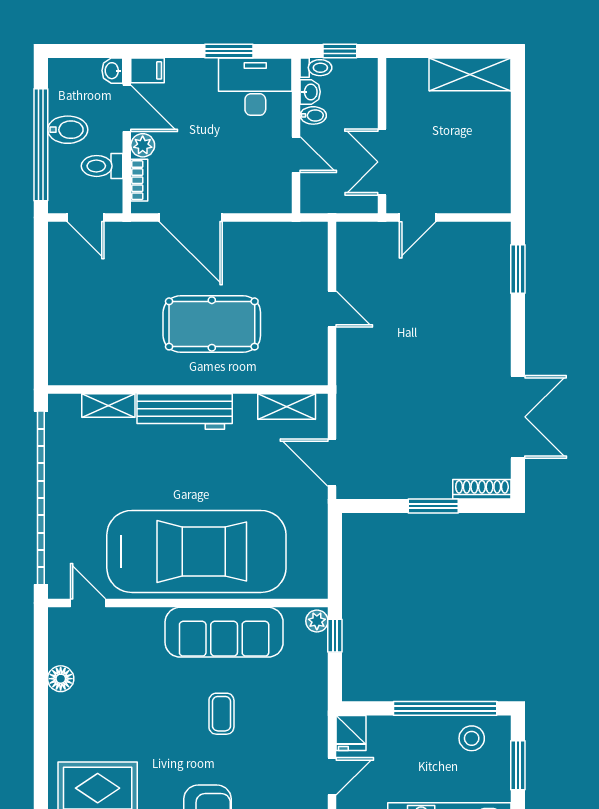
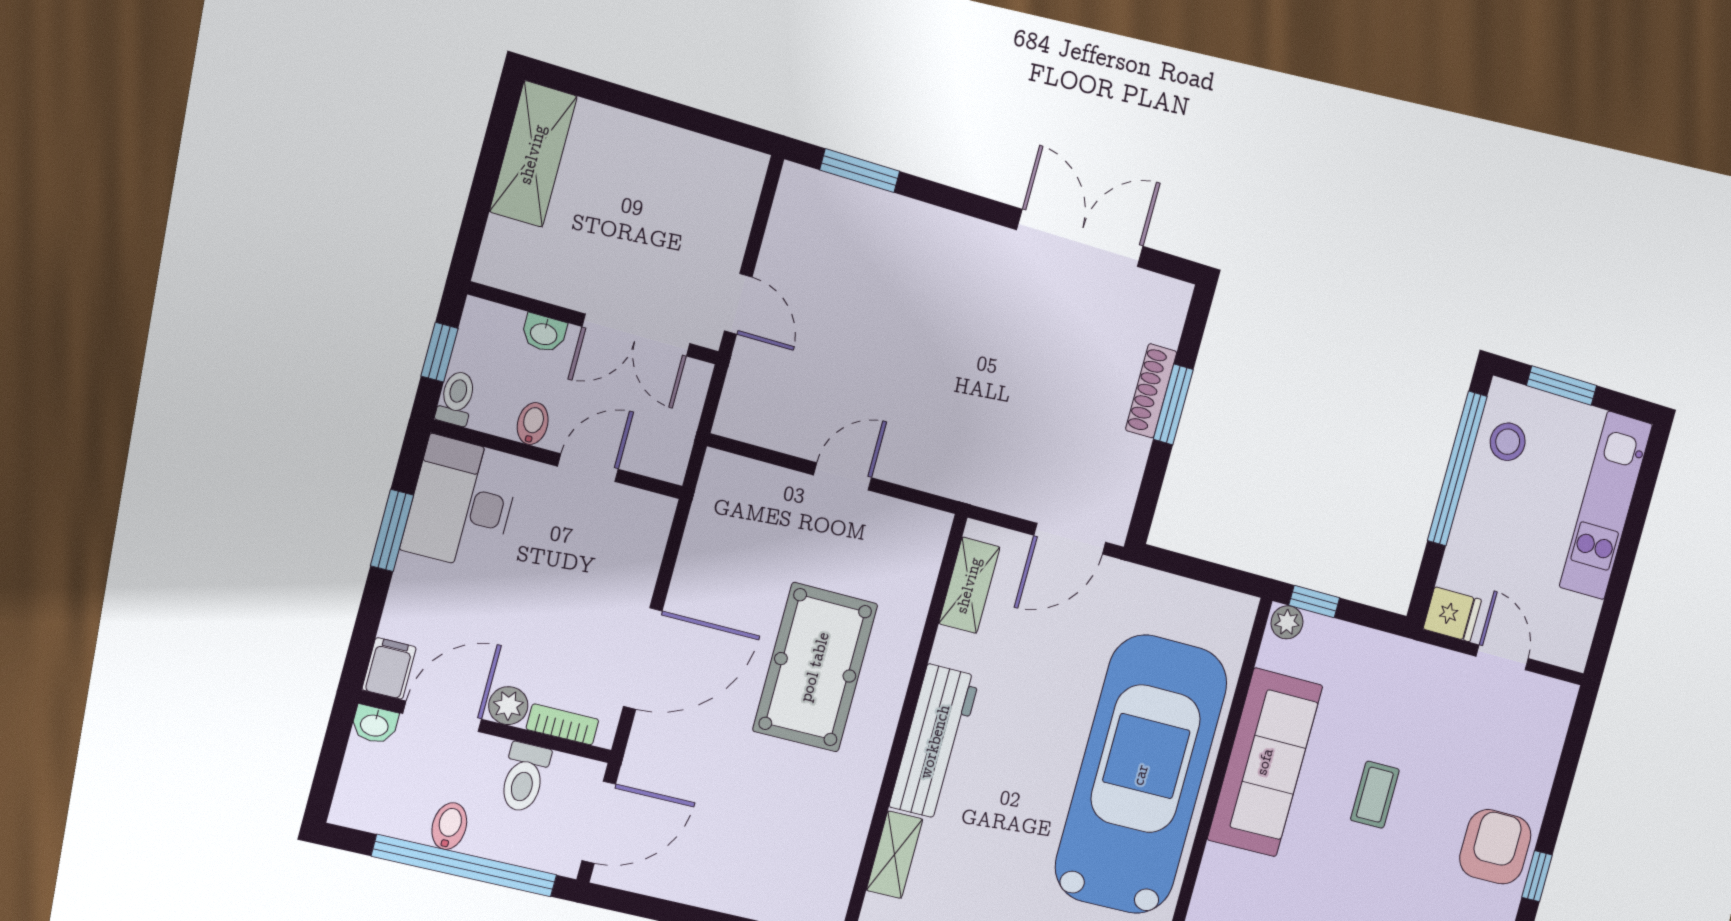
washbasin: (310, 92) -> (544, 333), moved, turned 180
bidet: (68, 130) -> (449, 826), width x0.72, depth x0.74
door: (86, 217) -> (599, 822), width x1.38
shoe rack: (482, 489) -> (1151, 391), moved
coffee table: (221, 714) -> (1375, 795), turned 90

